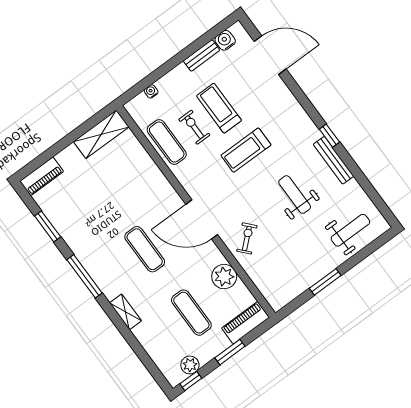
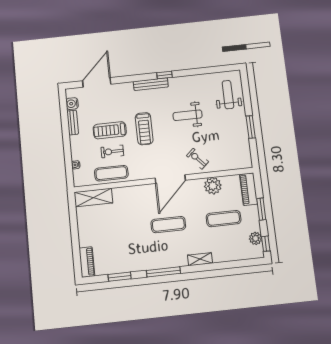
shelving: (101, 134) -> (93, 198), moved, turned 90
bench: (334, 160) -> (151, 84), moved

